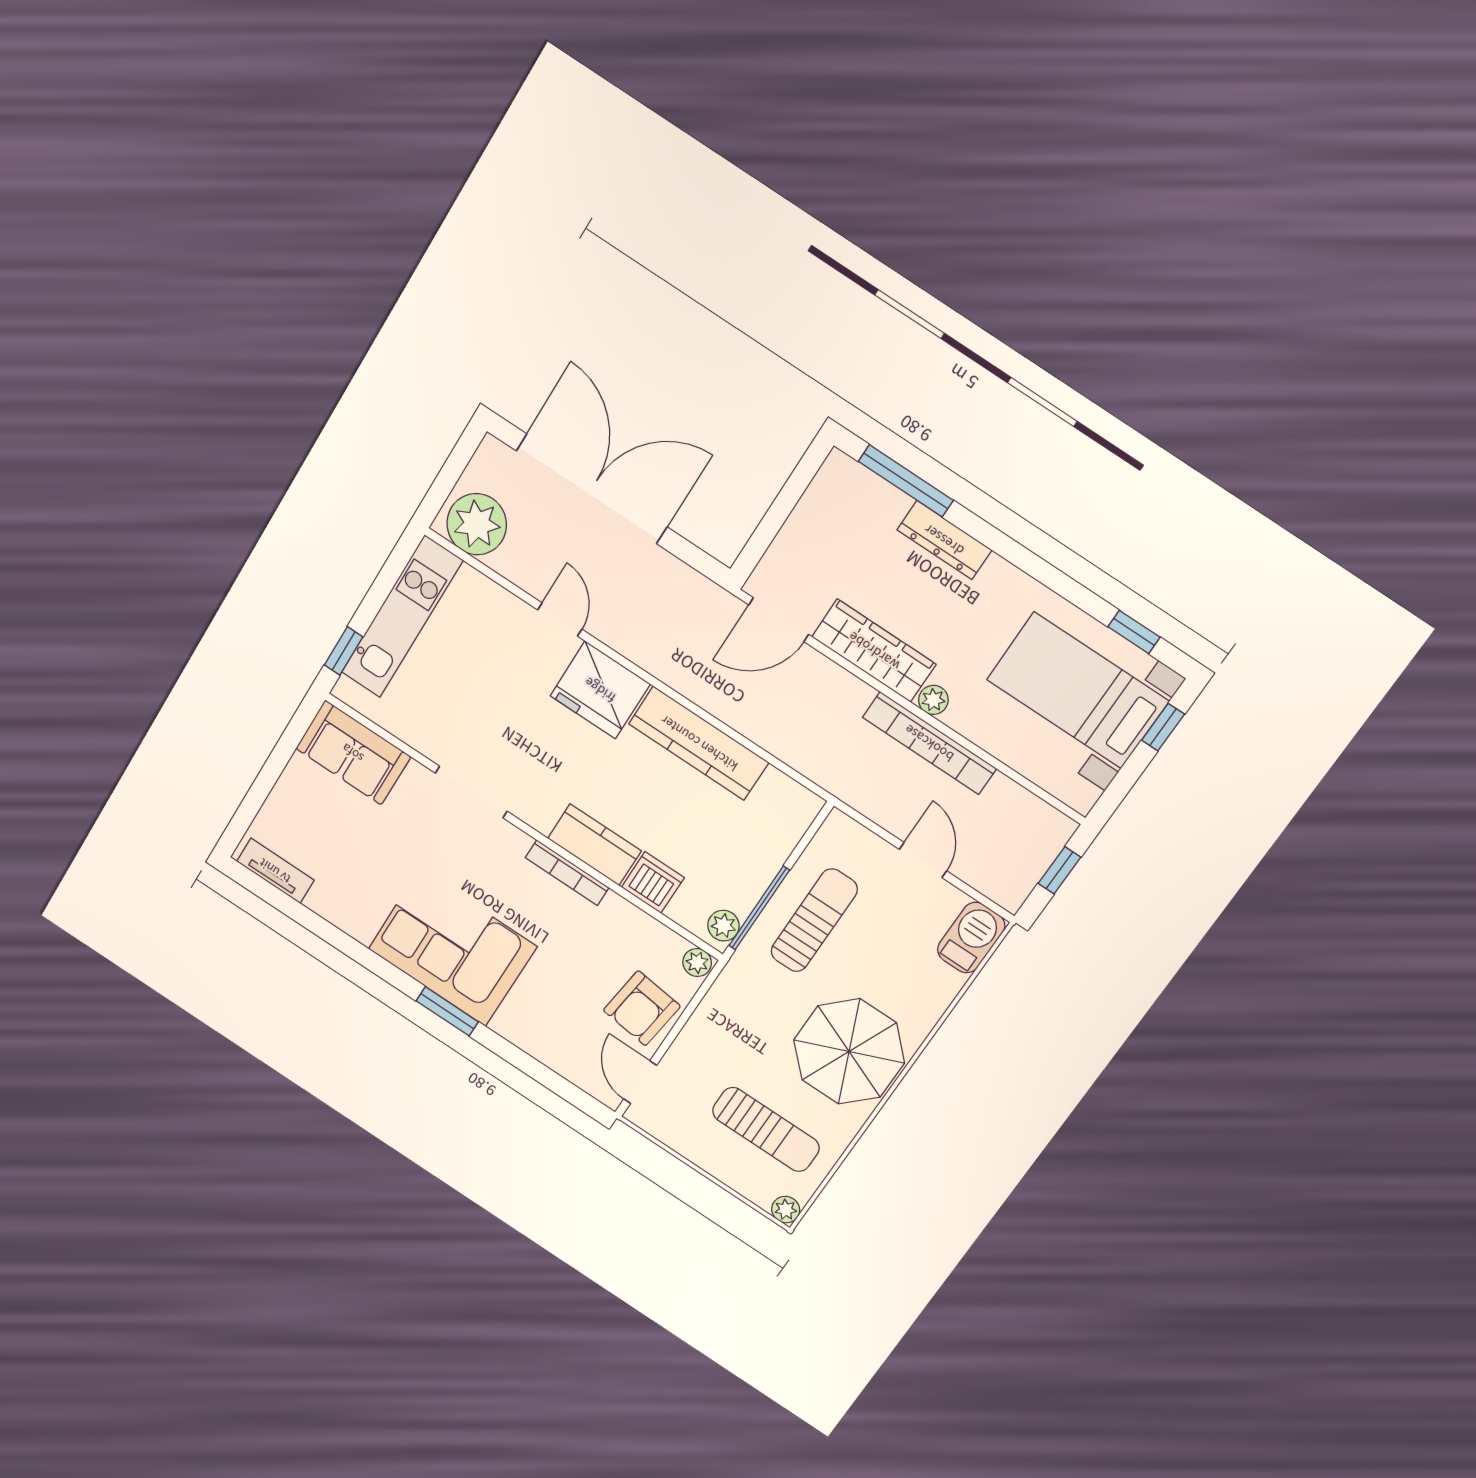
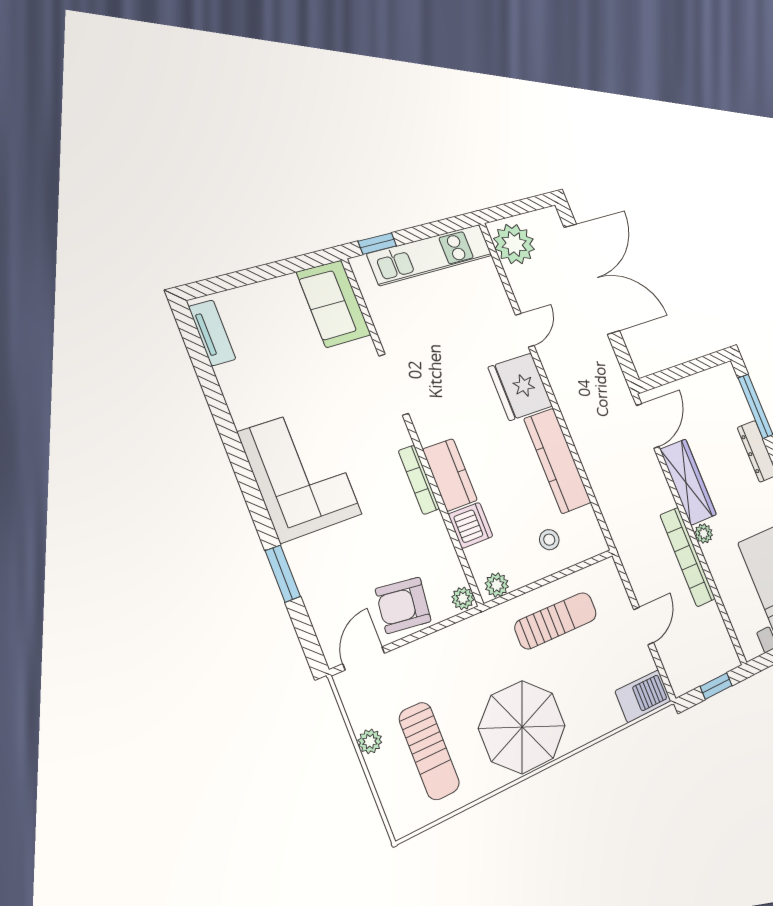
door: (779, 620) -> (648, 426), swing flipped
stool: (749, 838) -> (549, 540), added
window: (759, 908) -> (527, 589), removed
window: (447, 1011) -> (283, 574), moved
plant: (786, 1210) -> (370, 741), moved

